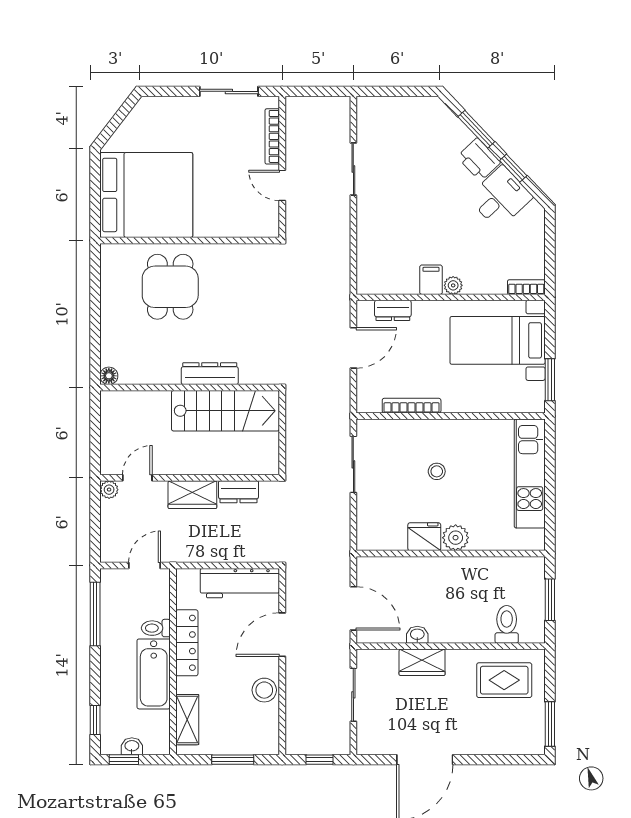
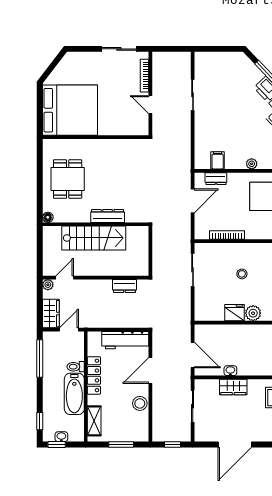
filing cabinet: (431, 280) -> (218, 160), moved
dining table: (170, 287) -> (68, 179), moved
stairs: (225, 411) -> (94, 238), moved
wardrobe: (192, 495) -> (51, 314), moved, turned -90

